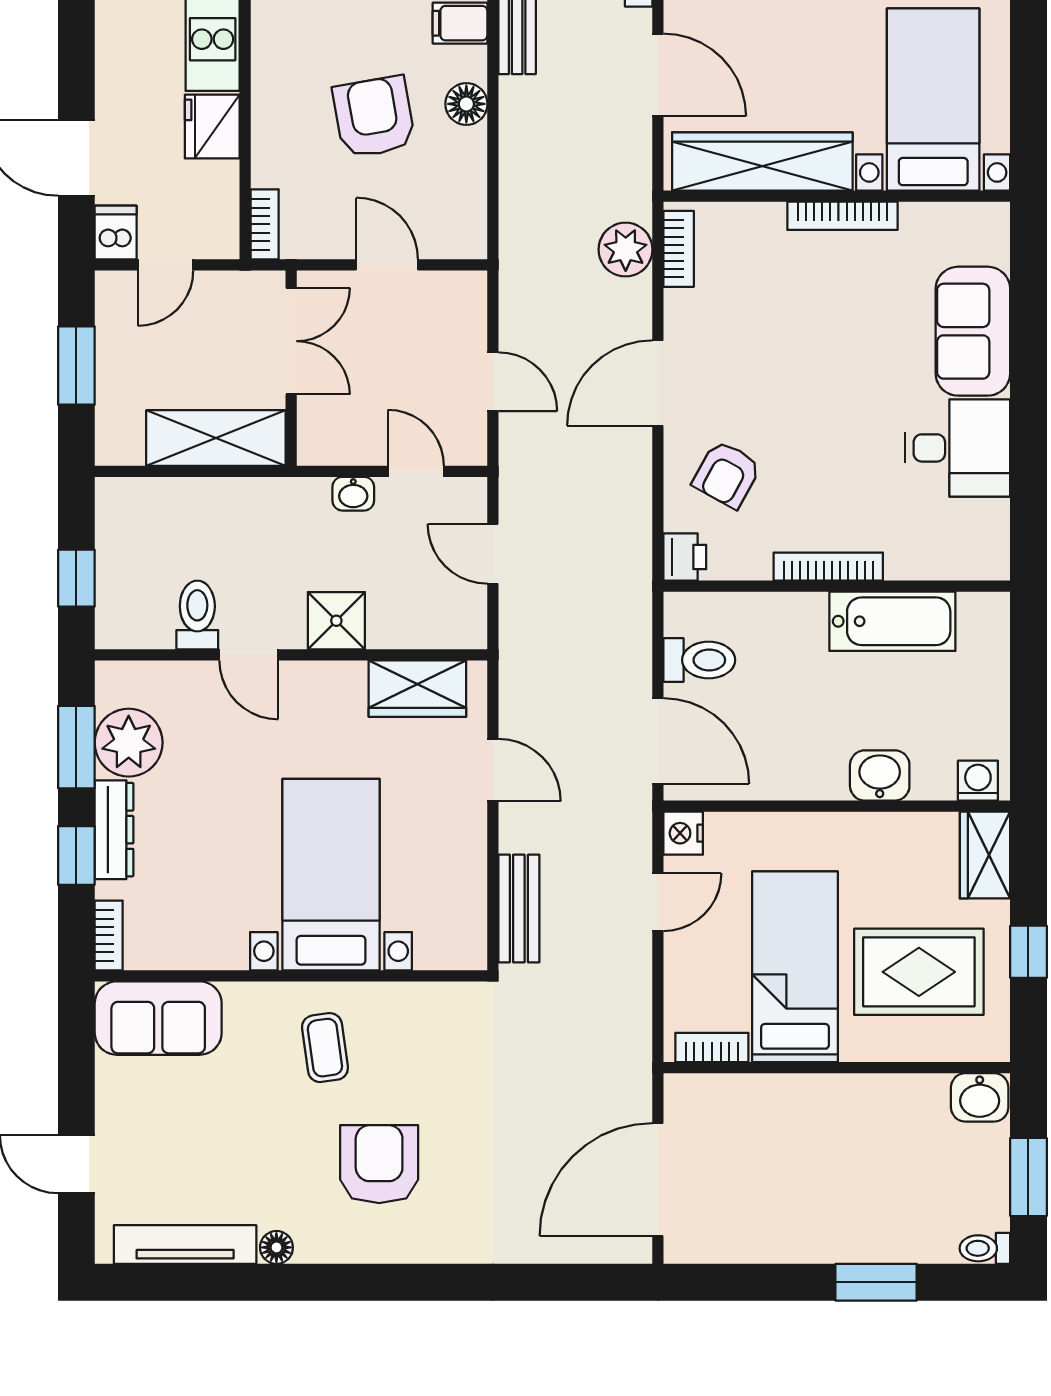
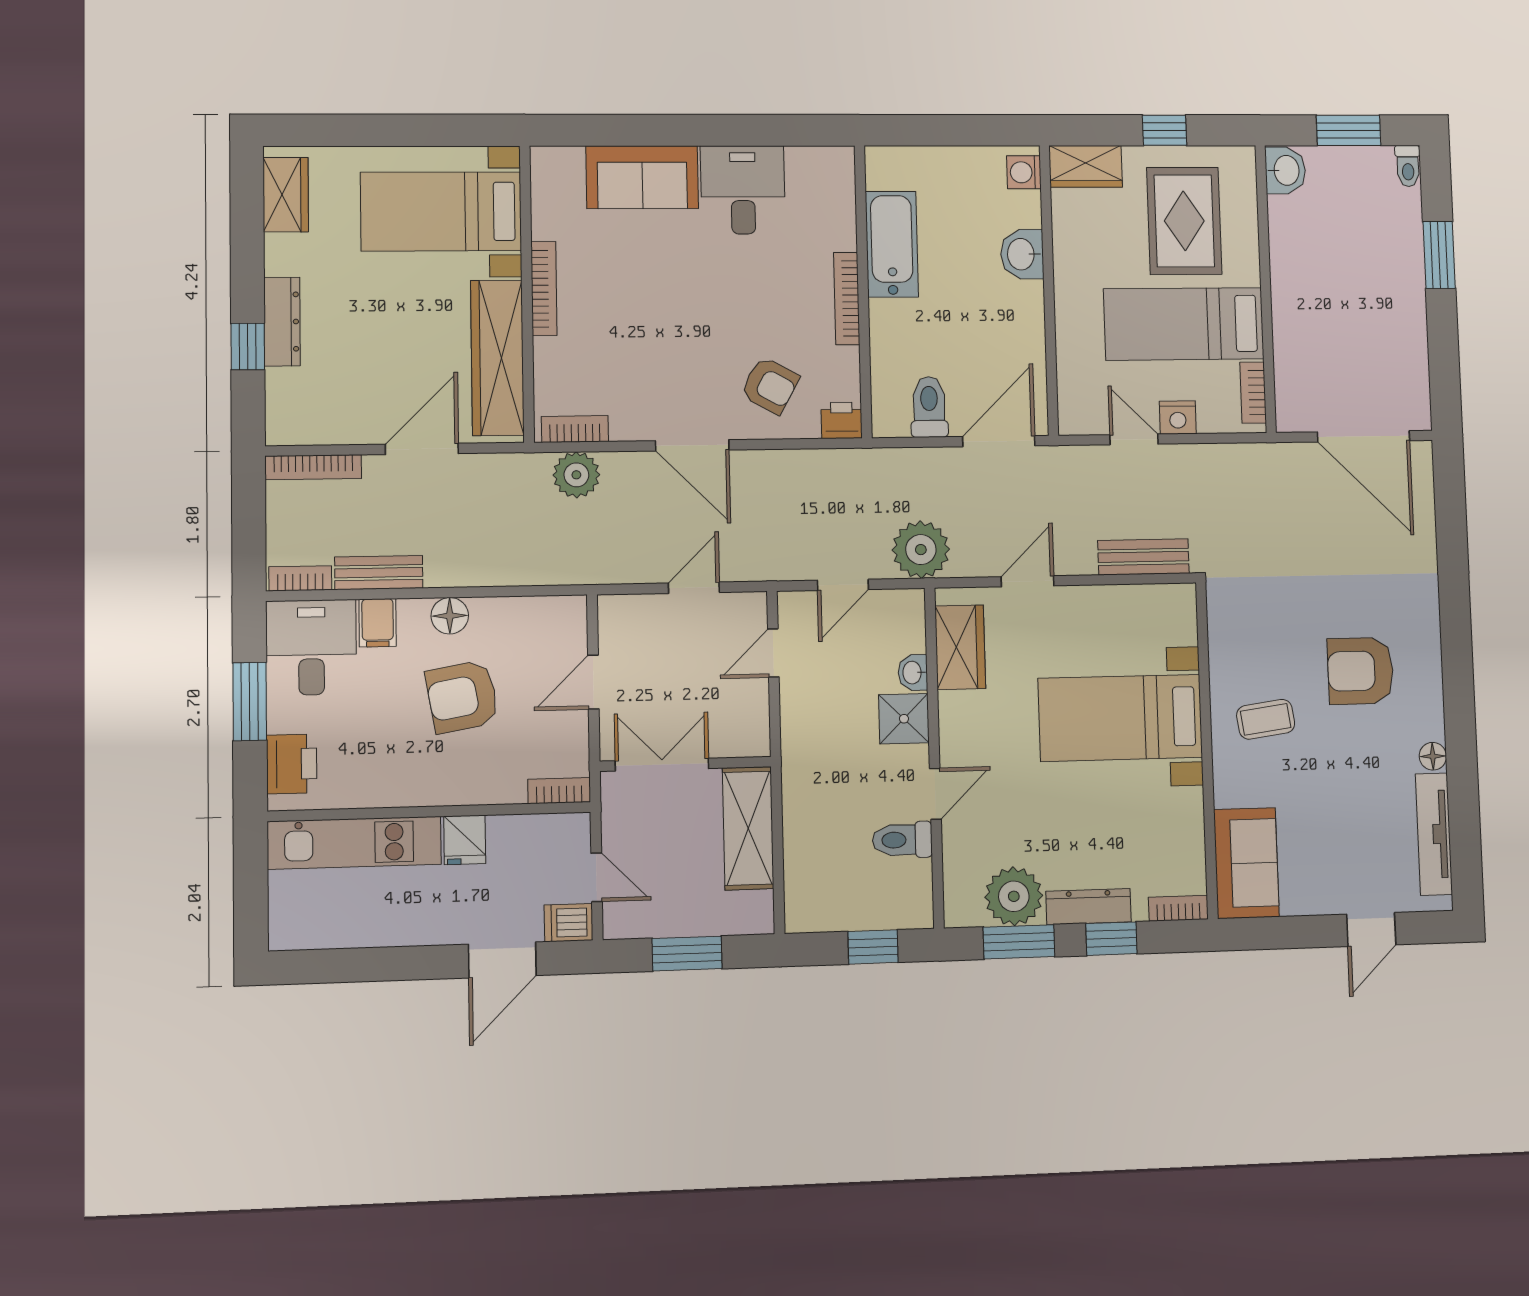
fridge: (212, 127) -> (465, 840), width x0.72
washbasin: (353, 494) -> (913, 673), moved, turned 180
plant: (532, 646) -> (921, 550), added
nightstand: (683, 833) -> (1178, 418), moved

